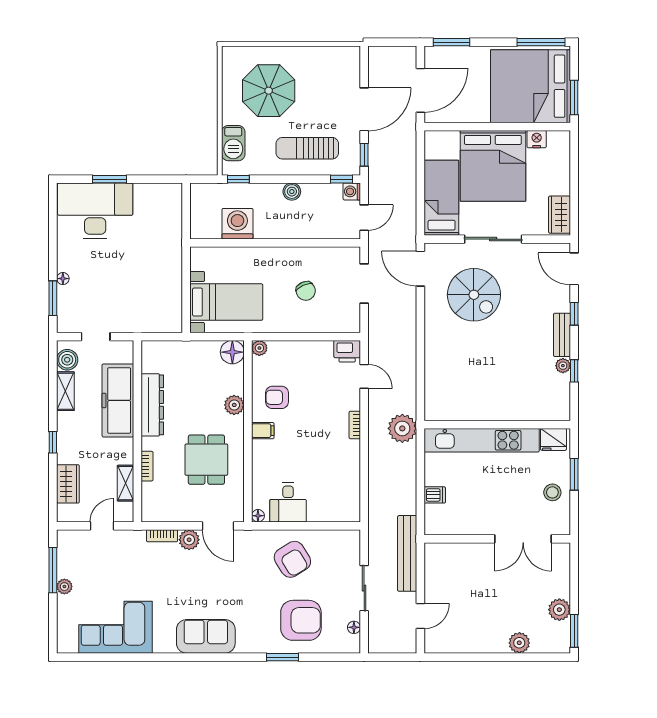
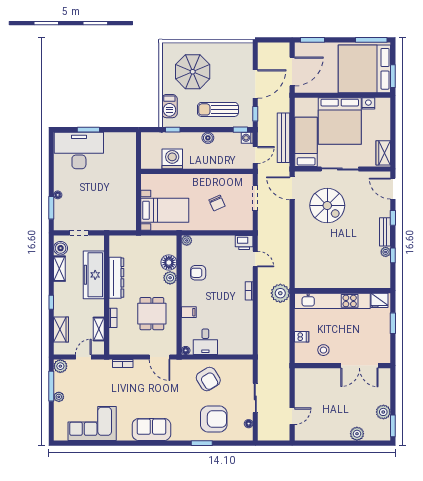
floor lamp: (232, 352) -> (169, 263), moved
filing cabinet: (263, 431) -> (189, 312), moved
stool: (552, 492) -> (323, 350), moved
plant: (189, 540) -> (60, 366), moved
bench: (407, 553) -> (283, 138), moved

